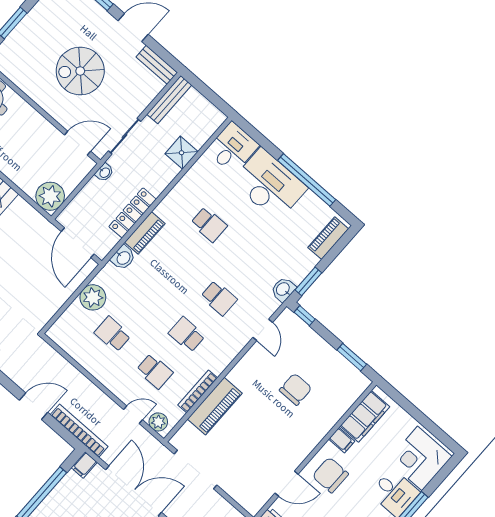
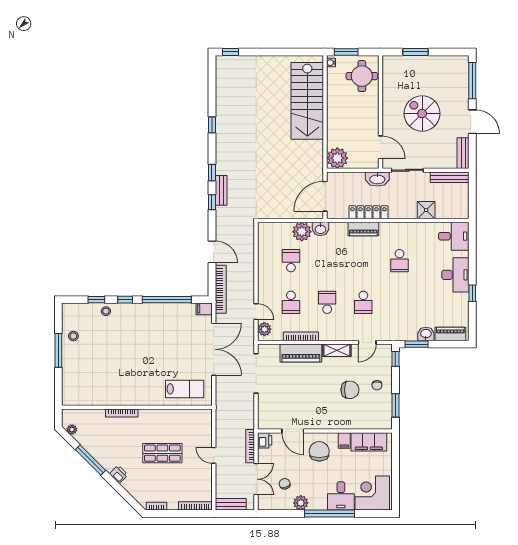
washbasin: (104, 172) -> (377, 179), width x1.91, depth x1.45
window: (307, 180) -> (472, 293), width x0.32
desk: (269, 185) -> (455, 275), width x0.73, depth x0.77
washbasin: (123, 258) -> (320, 229), moved
washbasin: (283, 289) -> (426, 334), moved
chair: (315, 358) -> (377, 385), added
shelving: (244, 367) -> (337, 350), added

